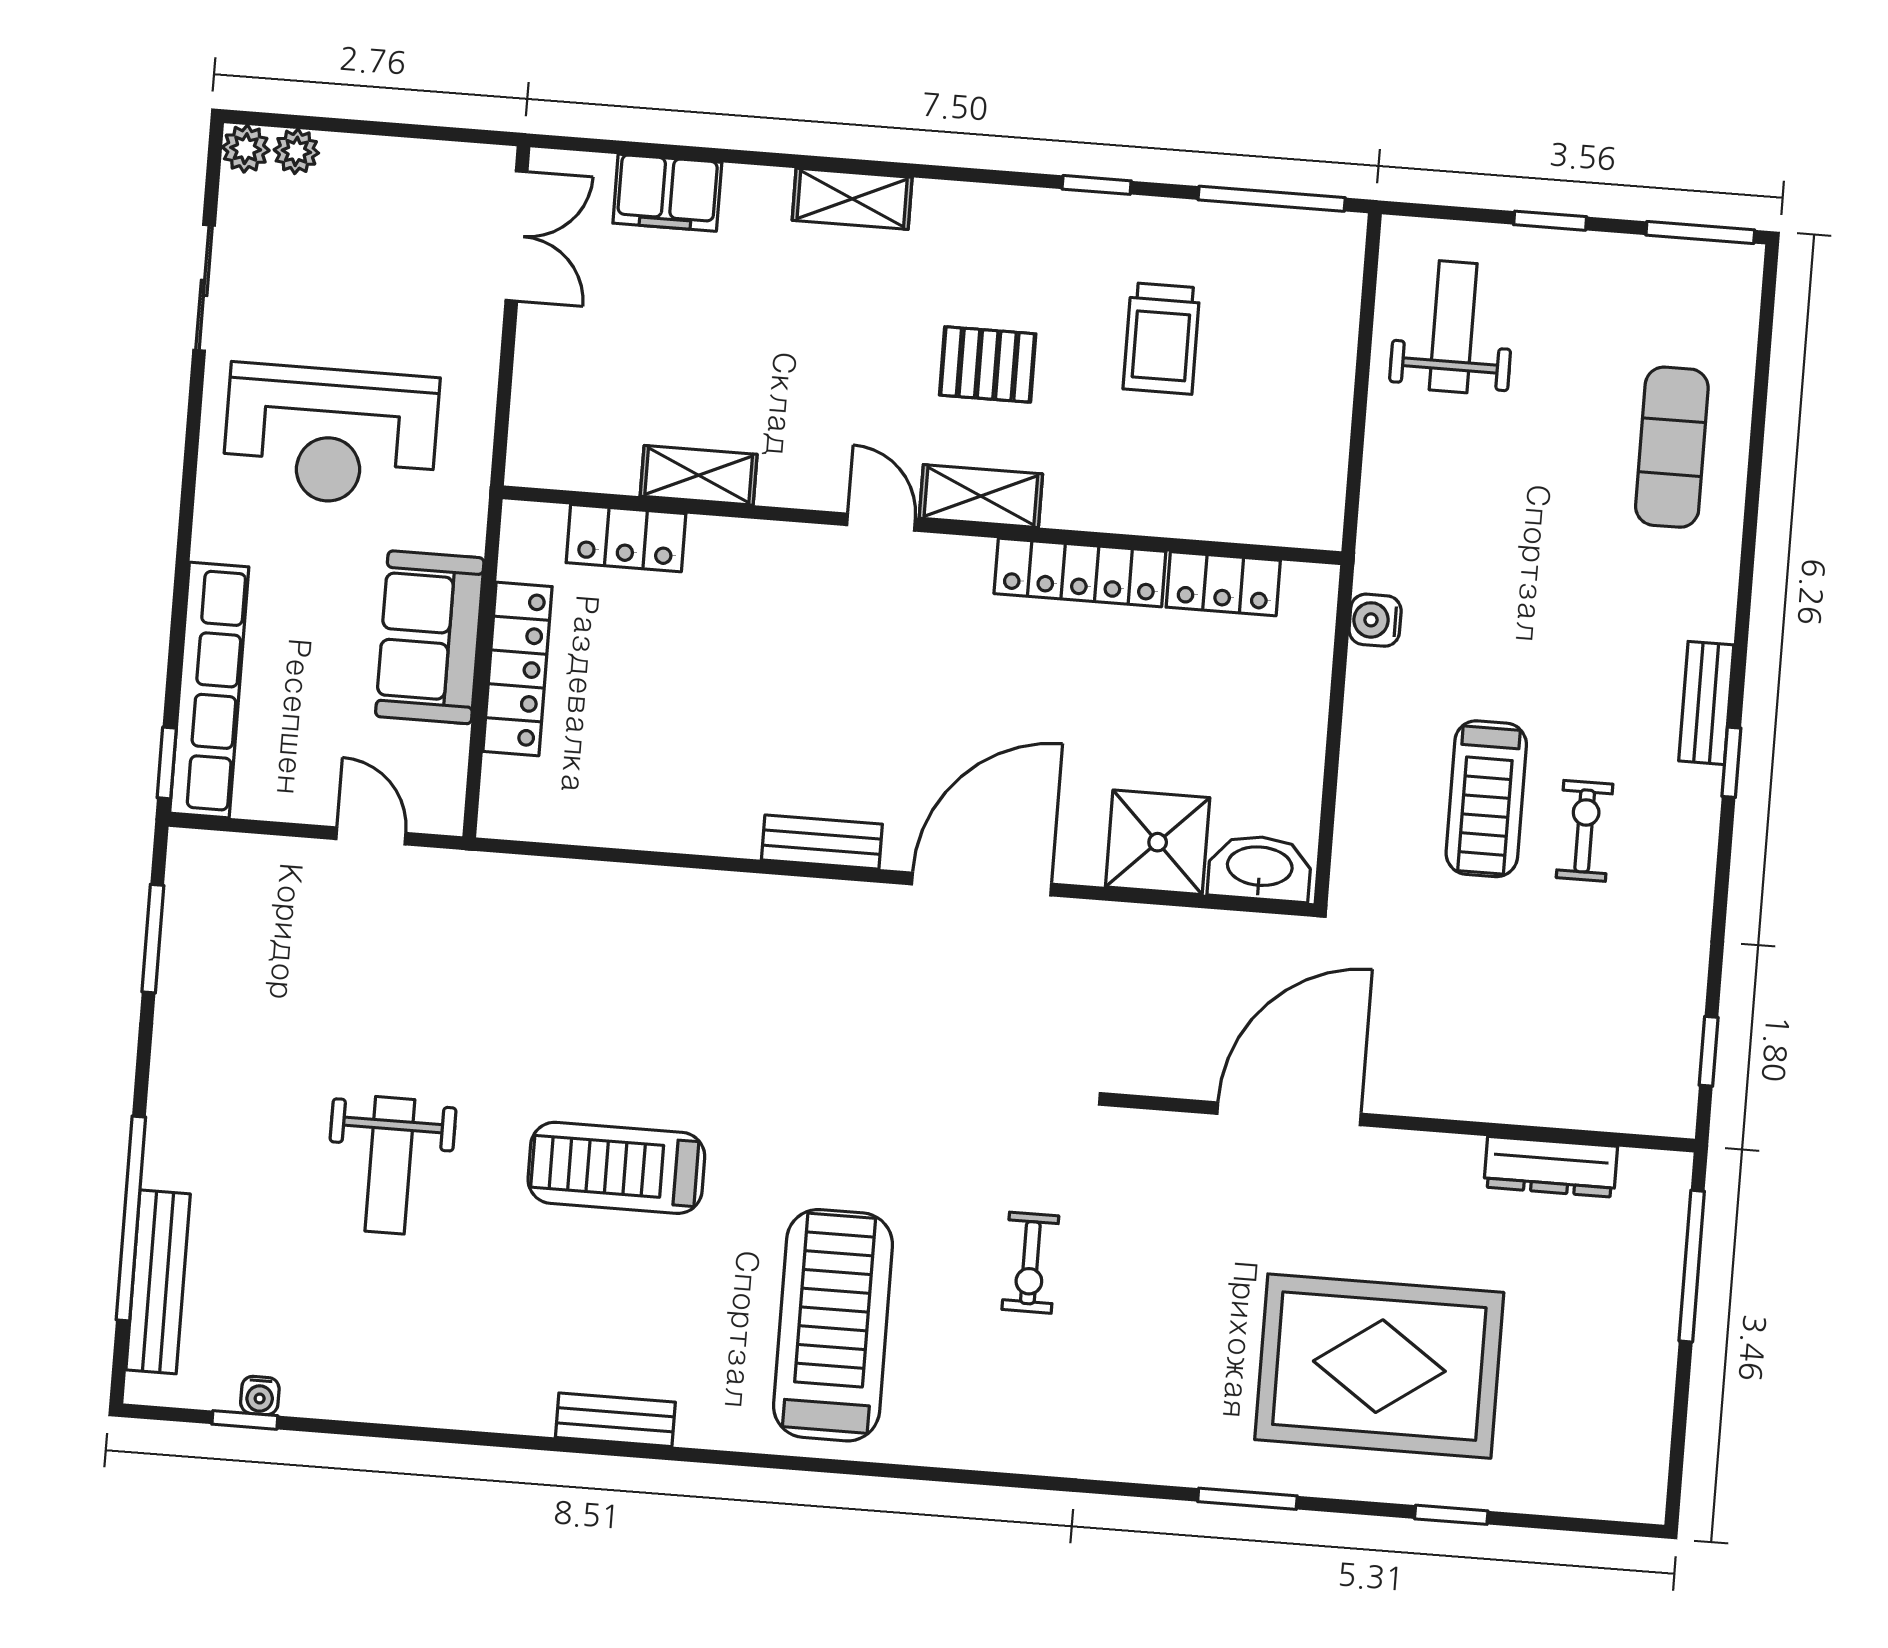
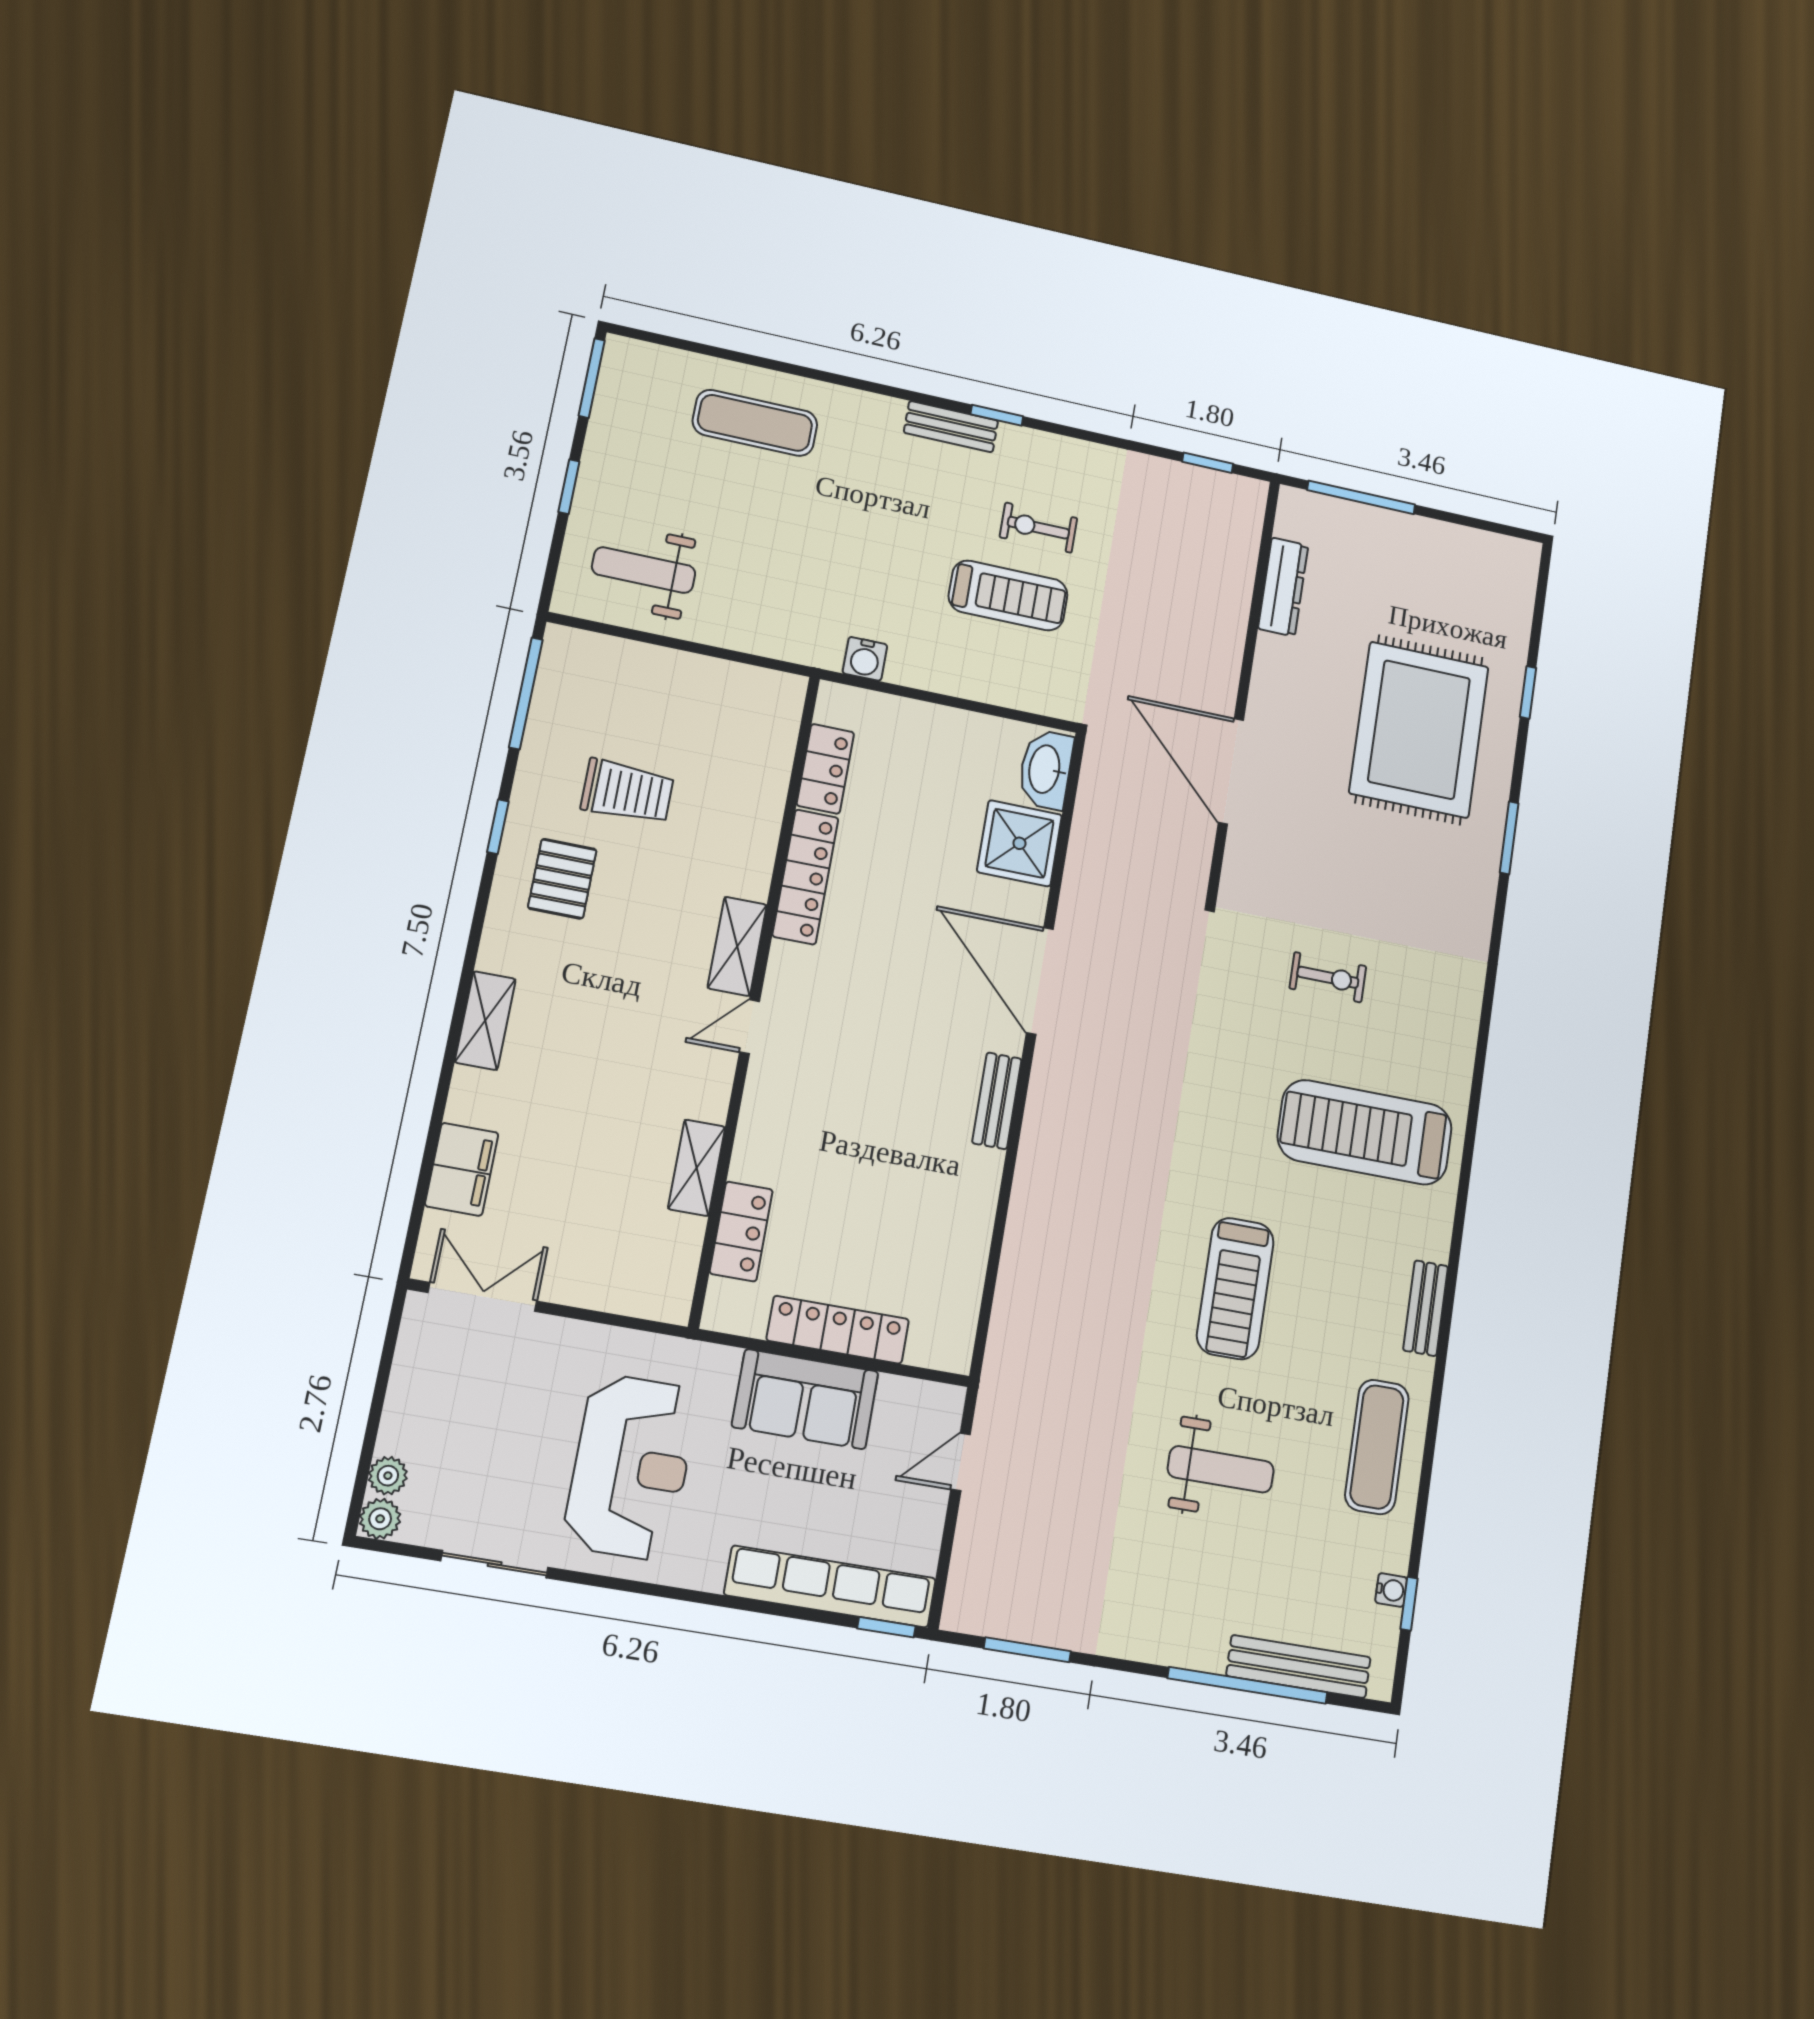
pallet: (988, 364) -> (562, 879), moved
exercise mat: (435, 1366) -> (1377, 1447), added

